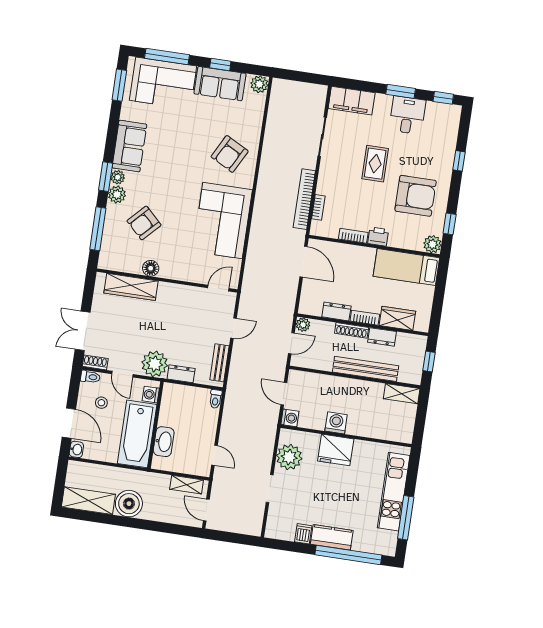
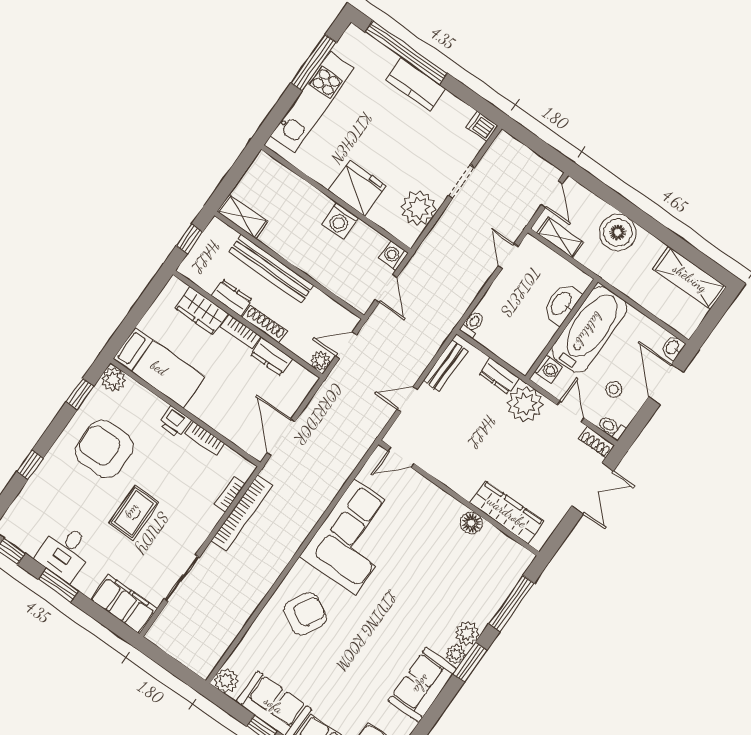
armchair: (144, 223) -> (452, 582), removed
boiler: (129, 504) -> (618, 233), moved
dishwasher: (303, 534) -> (482, 126), moved, turned 90

